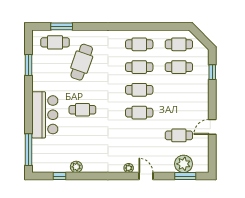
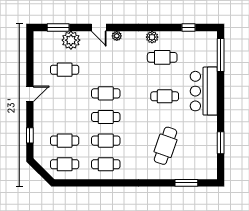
cafe table: (55, 42) -> (162, 57), moved
door: (212, 127) -> (30, 94), moved
plant: (184, 164) -> (71, 40), moved
plant: (76, 167) -> (152, 37), moved

